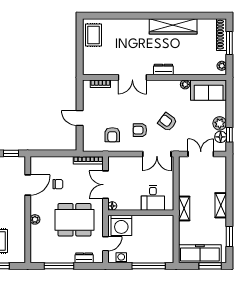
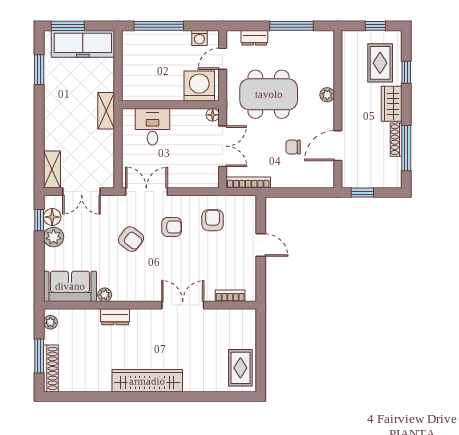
wardrobe: (173, 26) -> (147, 381), moved
dresser: (163, 69) -> (115, 317), moved
shelving: (221, 205) -> (52, 169), moved

